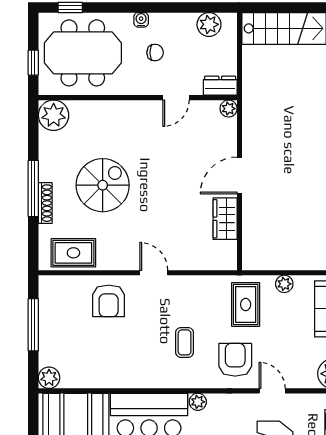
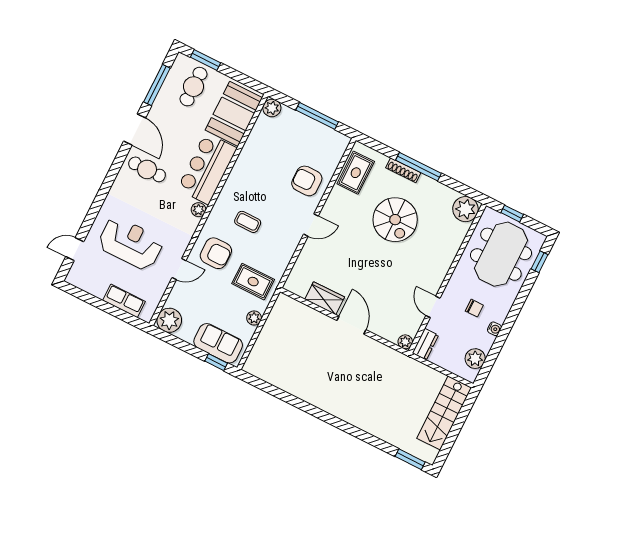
water cooler: (141, 20) -> (494, 329), moved
chair: (155, 53) -> (474, 308), turned -90

